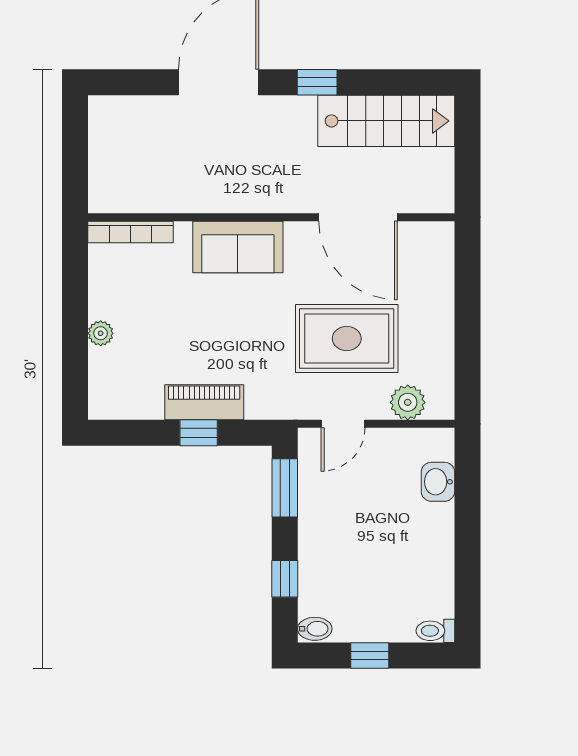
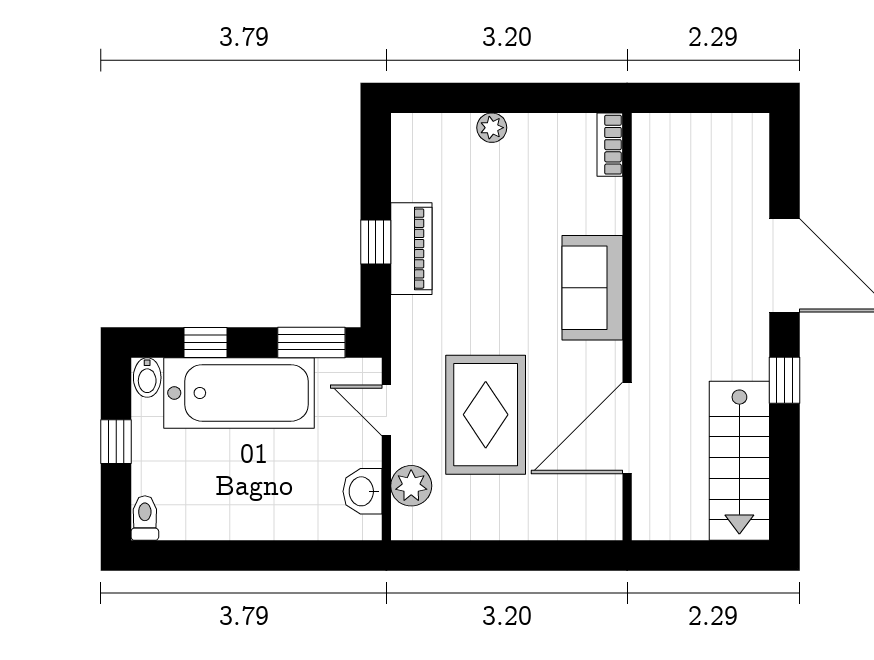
bookcase: (130, 232) -> (610, 145), width x0.64
washbasin: (438, 482) -> (362, 491), moved, turned -90
bathtub: (328, 550) -> (239, 393), added

